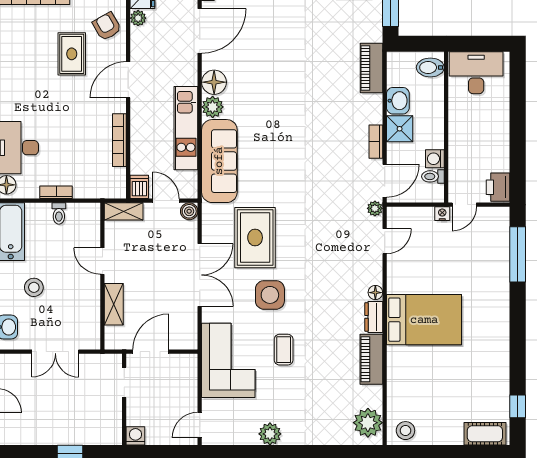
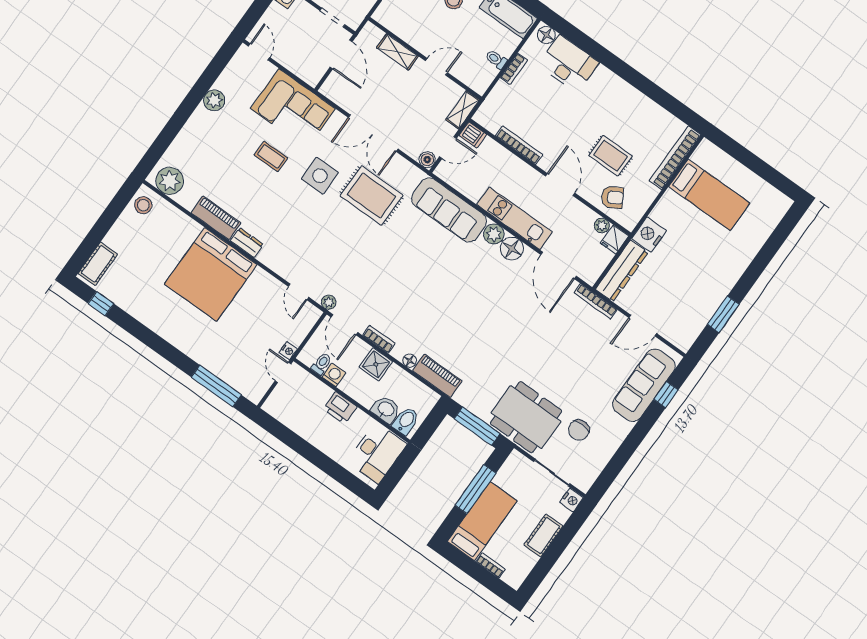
washbasin: (398, 101) -> (386, 409), moved, turned 180
kitchen unit: (186, 128) -> (514, 218), moved
printer: (498, 187) -> (340, 408), moved, turned 180
floor lamp: (375, 293) -> (410, 361), moved
bed: (424, 320) -> (211, 274), width x1.36

